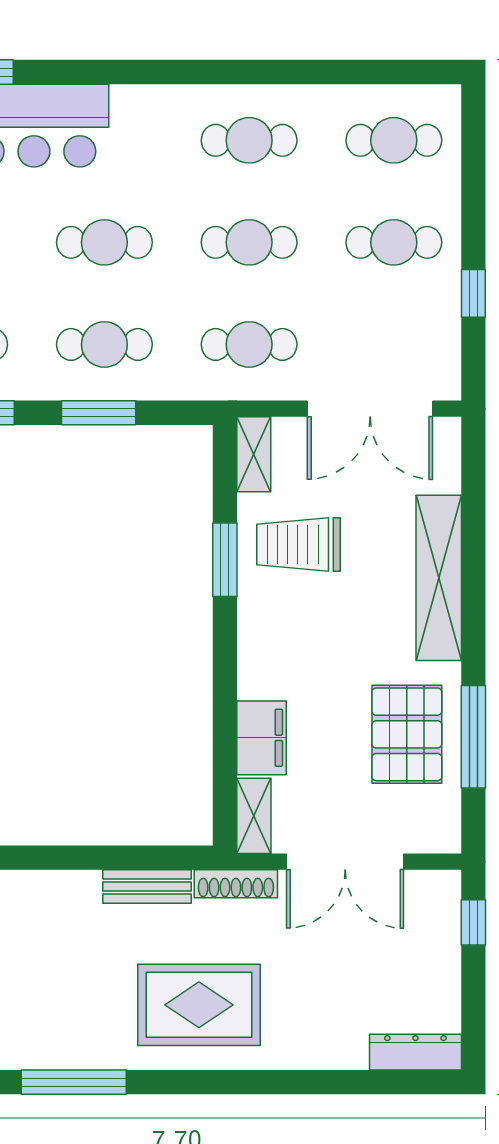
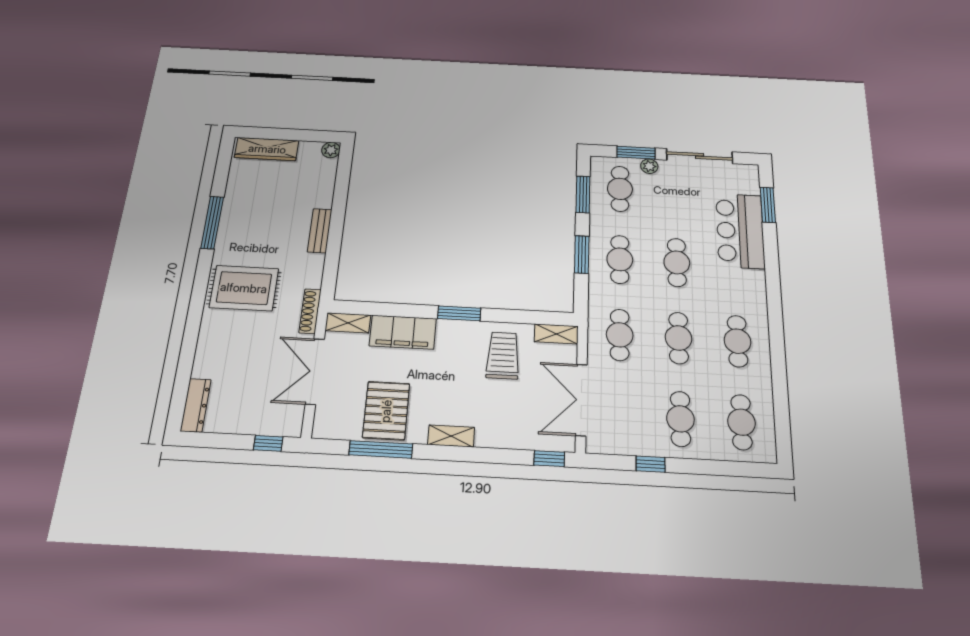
window: (473, 460) -> (549, 459), added
window: (225, 560) -> (459, 313), moved
shelving: (439, 578) -> (451, 436), width x0.45, depth x0.75
pallet: (407, 734) -> (386, 411), turned 90
filing cabinet: (262, 738) -> (403, 332), width x1.50, depth x1.17
bench: (147, 887) -> (320, 231), moved
rug: (199, 1005) -> (244, 288), turned 90

